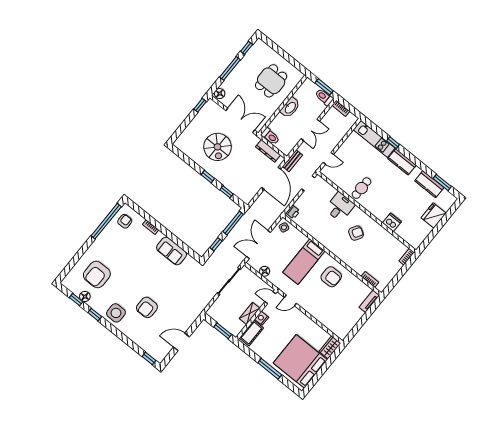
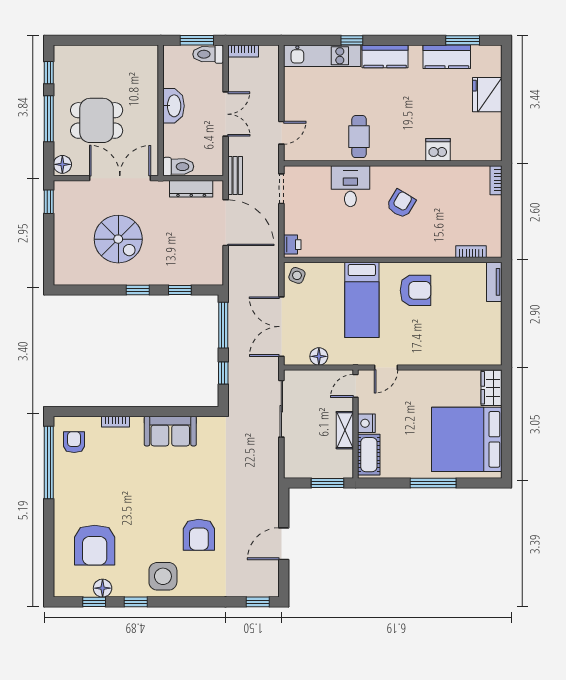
dining table: (271, 81) -> (97, 120), moved, turned 90

